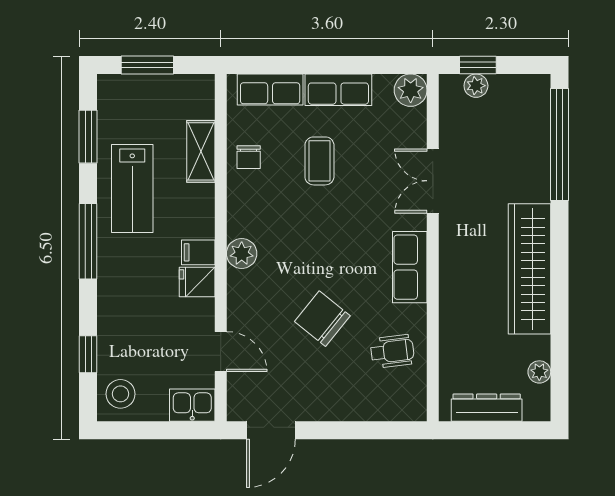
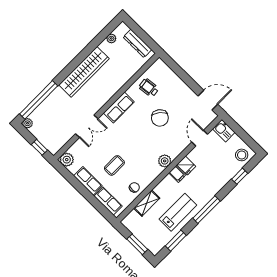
plant: (476, 86) -> (27, 123), moved

